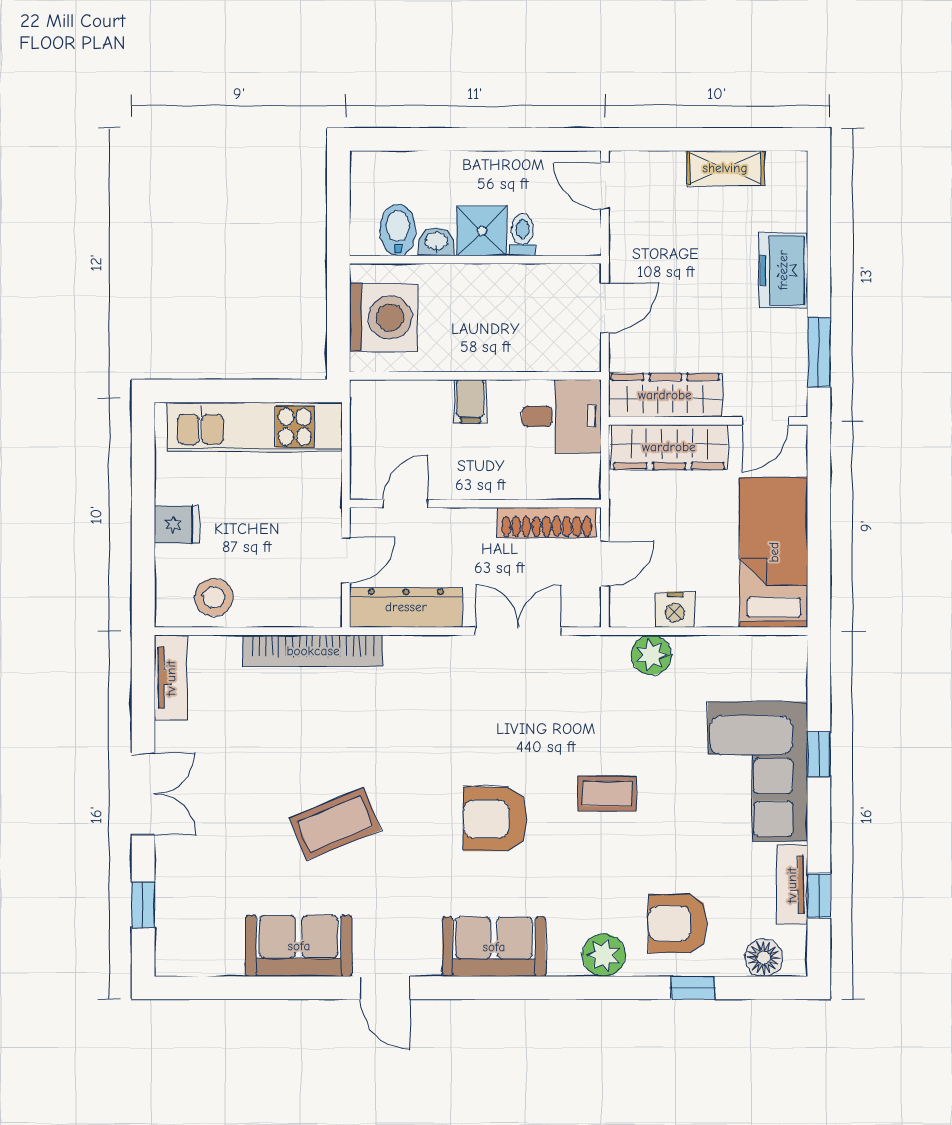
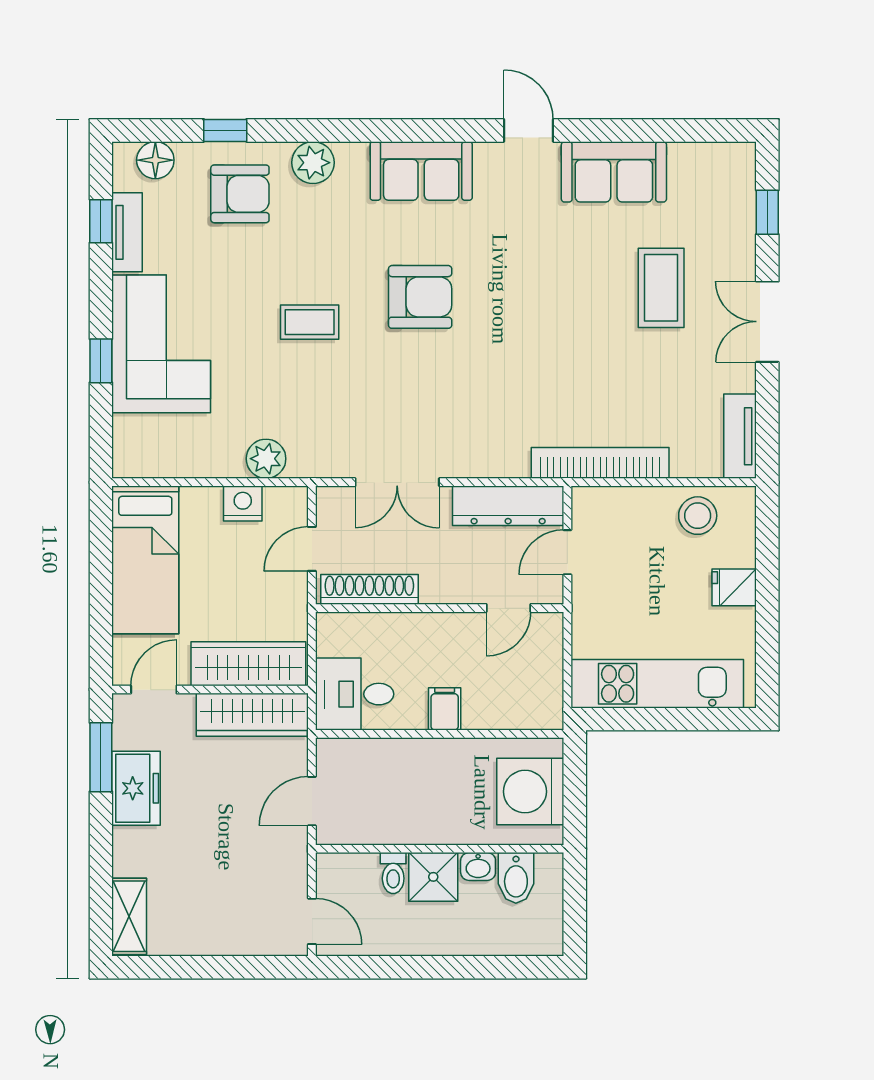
shelving: (725, 168) -> (129, 916), moved, turned 90
freezer: (783, 270) -> (136, 788), moved
coffee table: (335, 824) -> (661, 288), moved, turned -68

